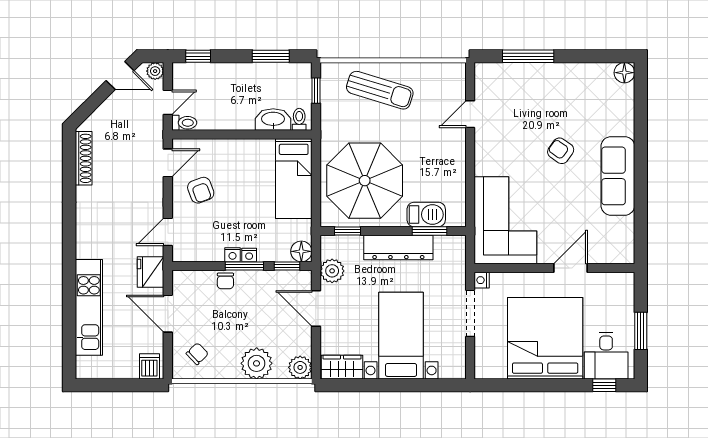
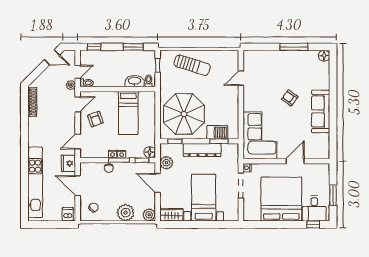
window: (528, 56) -> (294, 47), moved
plant: (155, 71) -> (71, 85), moved
bed: (294, 179) -> (128, 113), moved
kitchen unit: (89, 307) -> (35, 182), width x1.36

